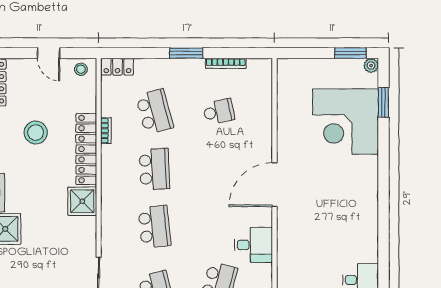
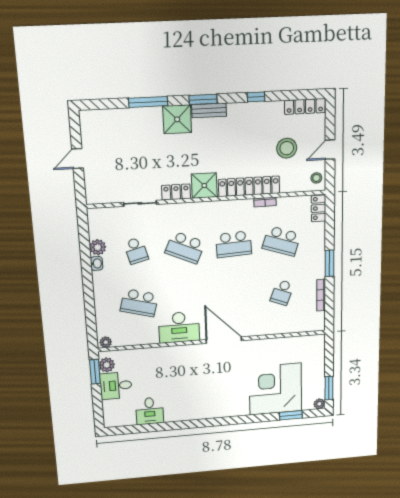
school desk: (154, 112) -> (281, 241), turned 33
school desk: (219, 112) -> (282, 292), turned 33
stool: (36, 133) -> (287, 148), moved
school desk: (154, 227) -> (185, 247), turned 30
locker: (88, 234) -> (176, 192), added
desk: (253, 245) -> (179, 327), width x1.37

